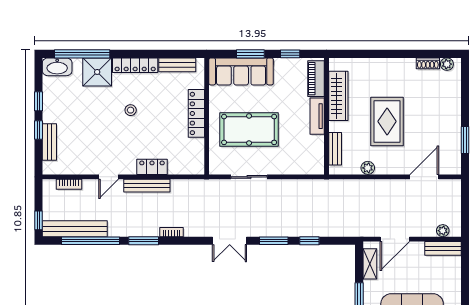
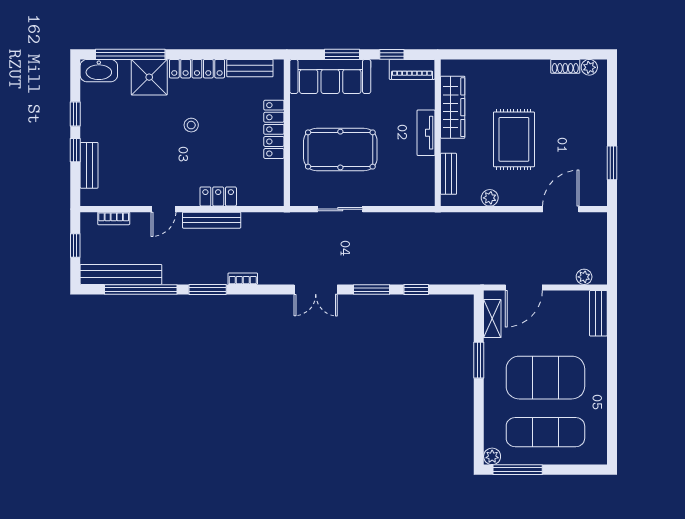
piano: (316, 79) -> (412, 69), moved, turned -90
window: (39, 220) -> (75, 245), moved
bench: (443, 248) -> (598, 313), moved, turned 90

